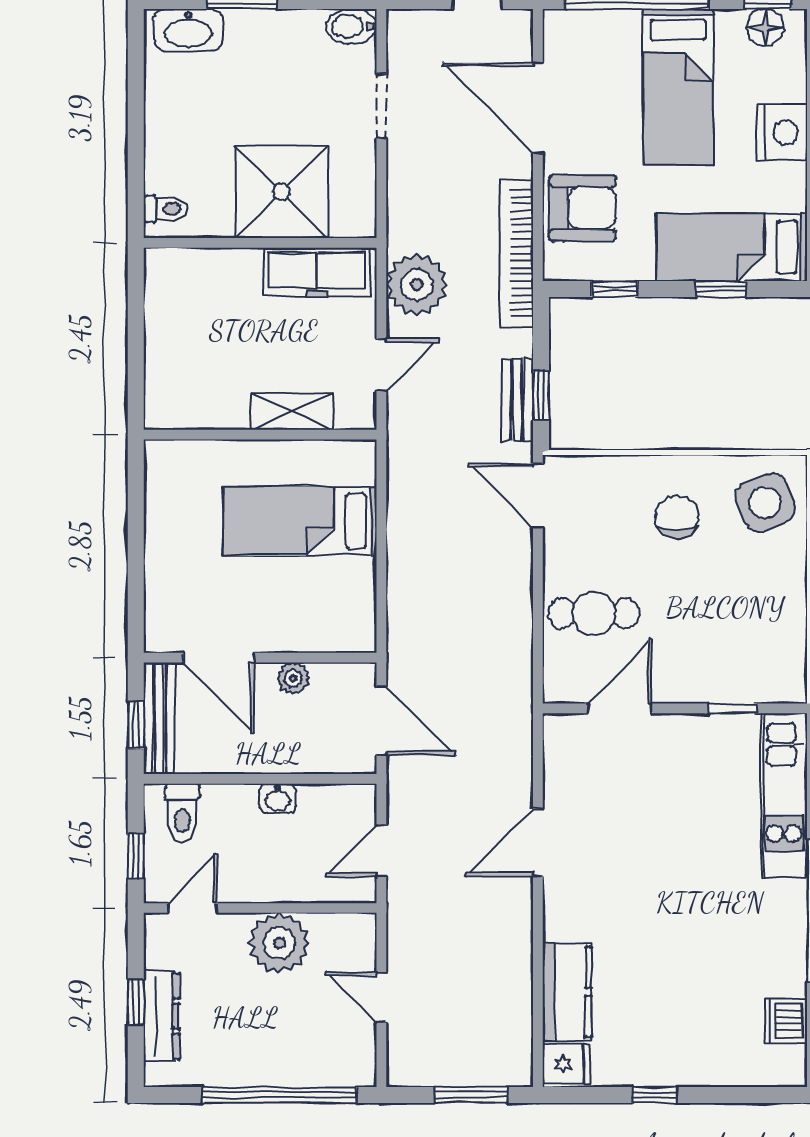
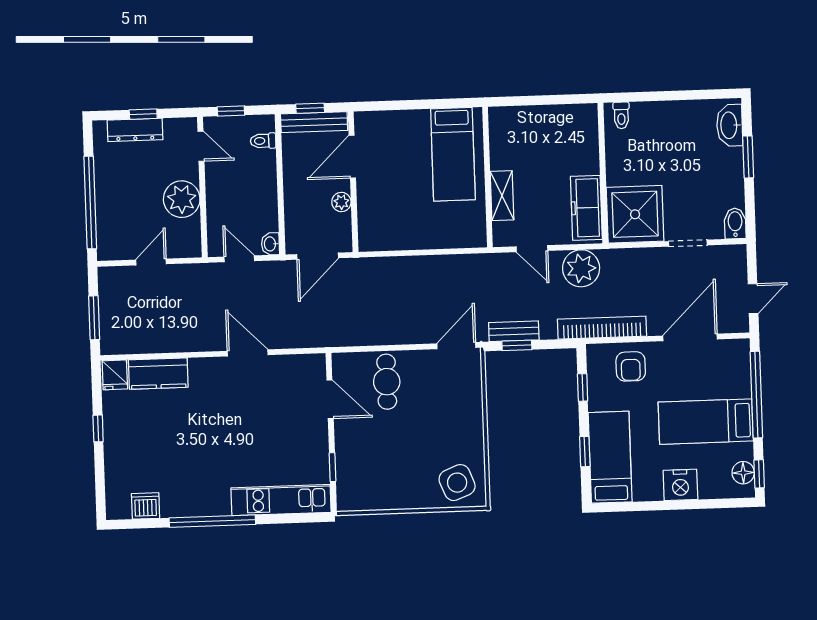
shower: (281, 192) -> (635, 214), moved
armchair: (582, 208) -> (631, 366), width x0.72, depth x0.72
chair: (677, 517) -> (447, 430), removed
bed: (300, 521) -> (453, 154), moved, turned 180
washbasin: (278, 798) -> (270, 244), moved
toilet: (182, 813) -> (263, 141), width x0.73, depth x0.72

